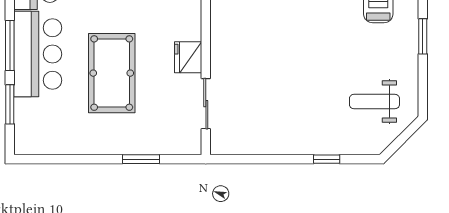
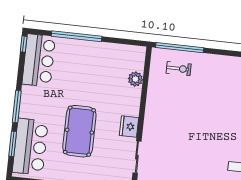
bar counter: (38, 54) -> (30, 147), moved

